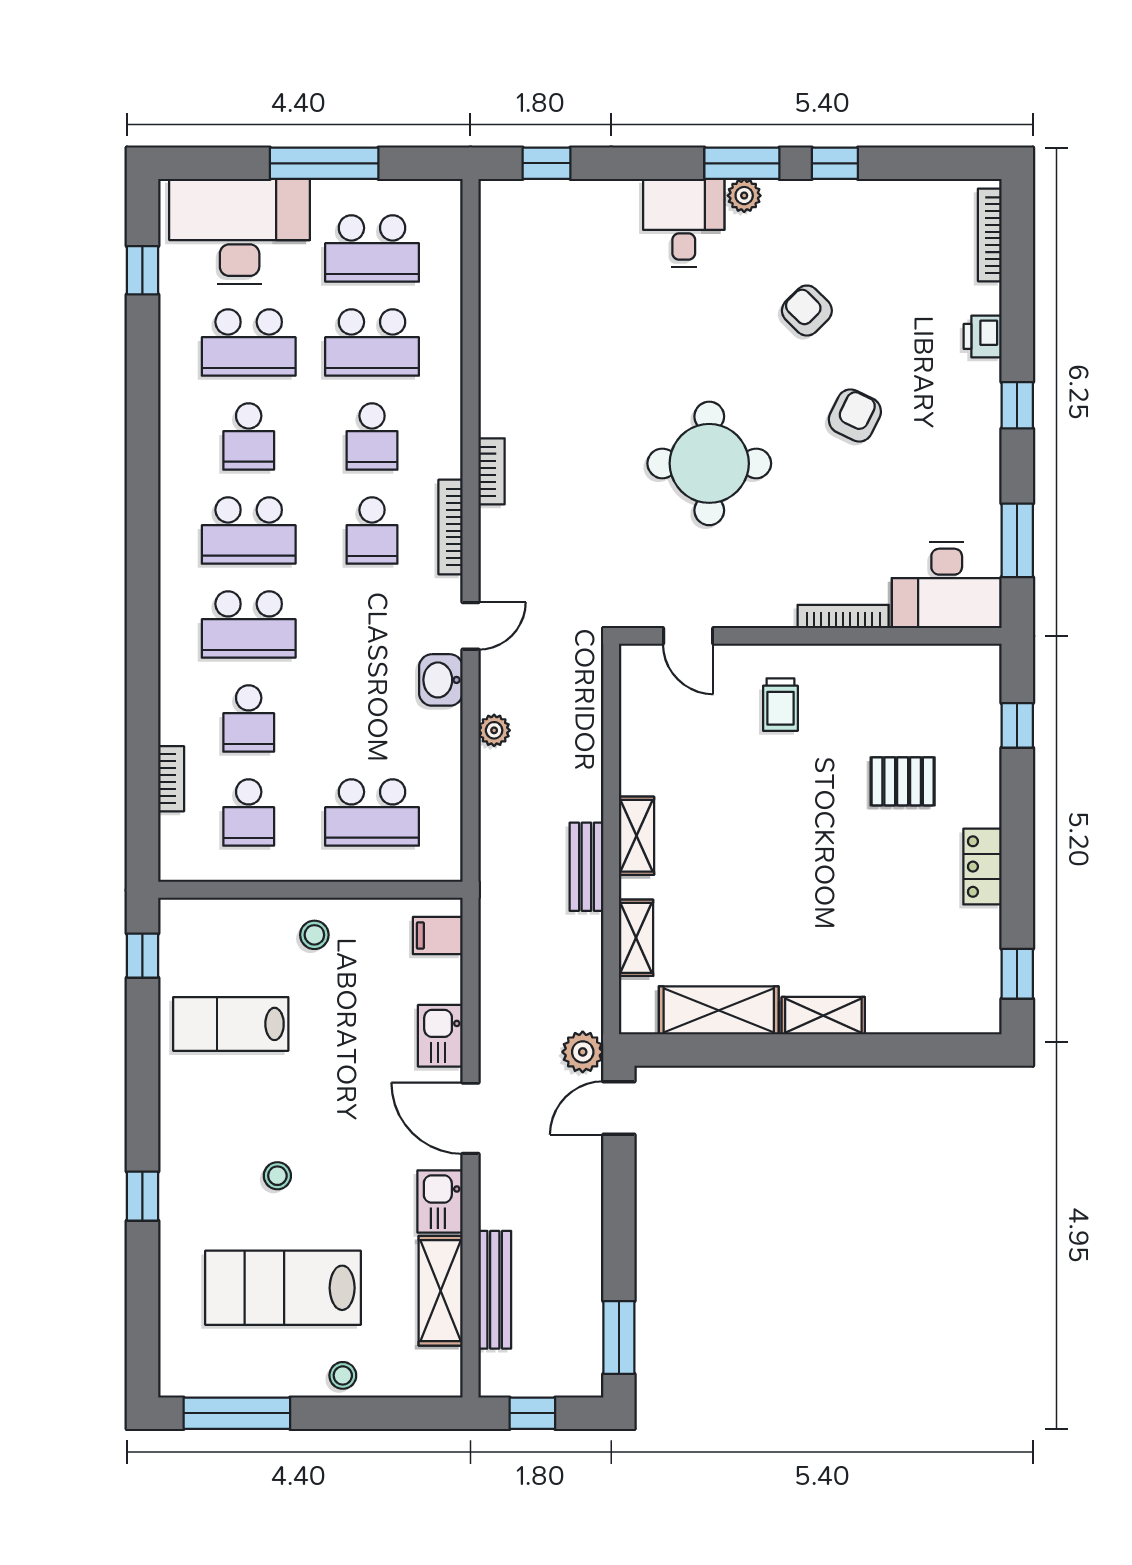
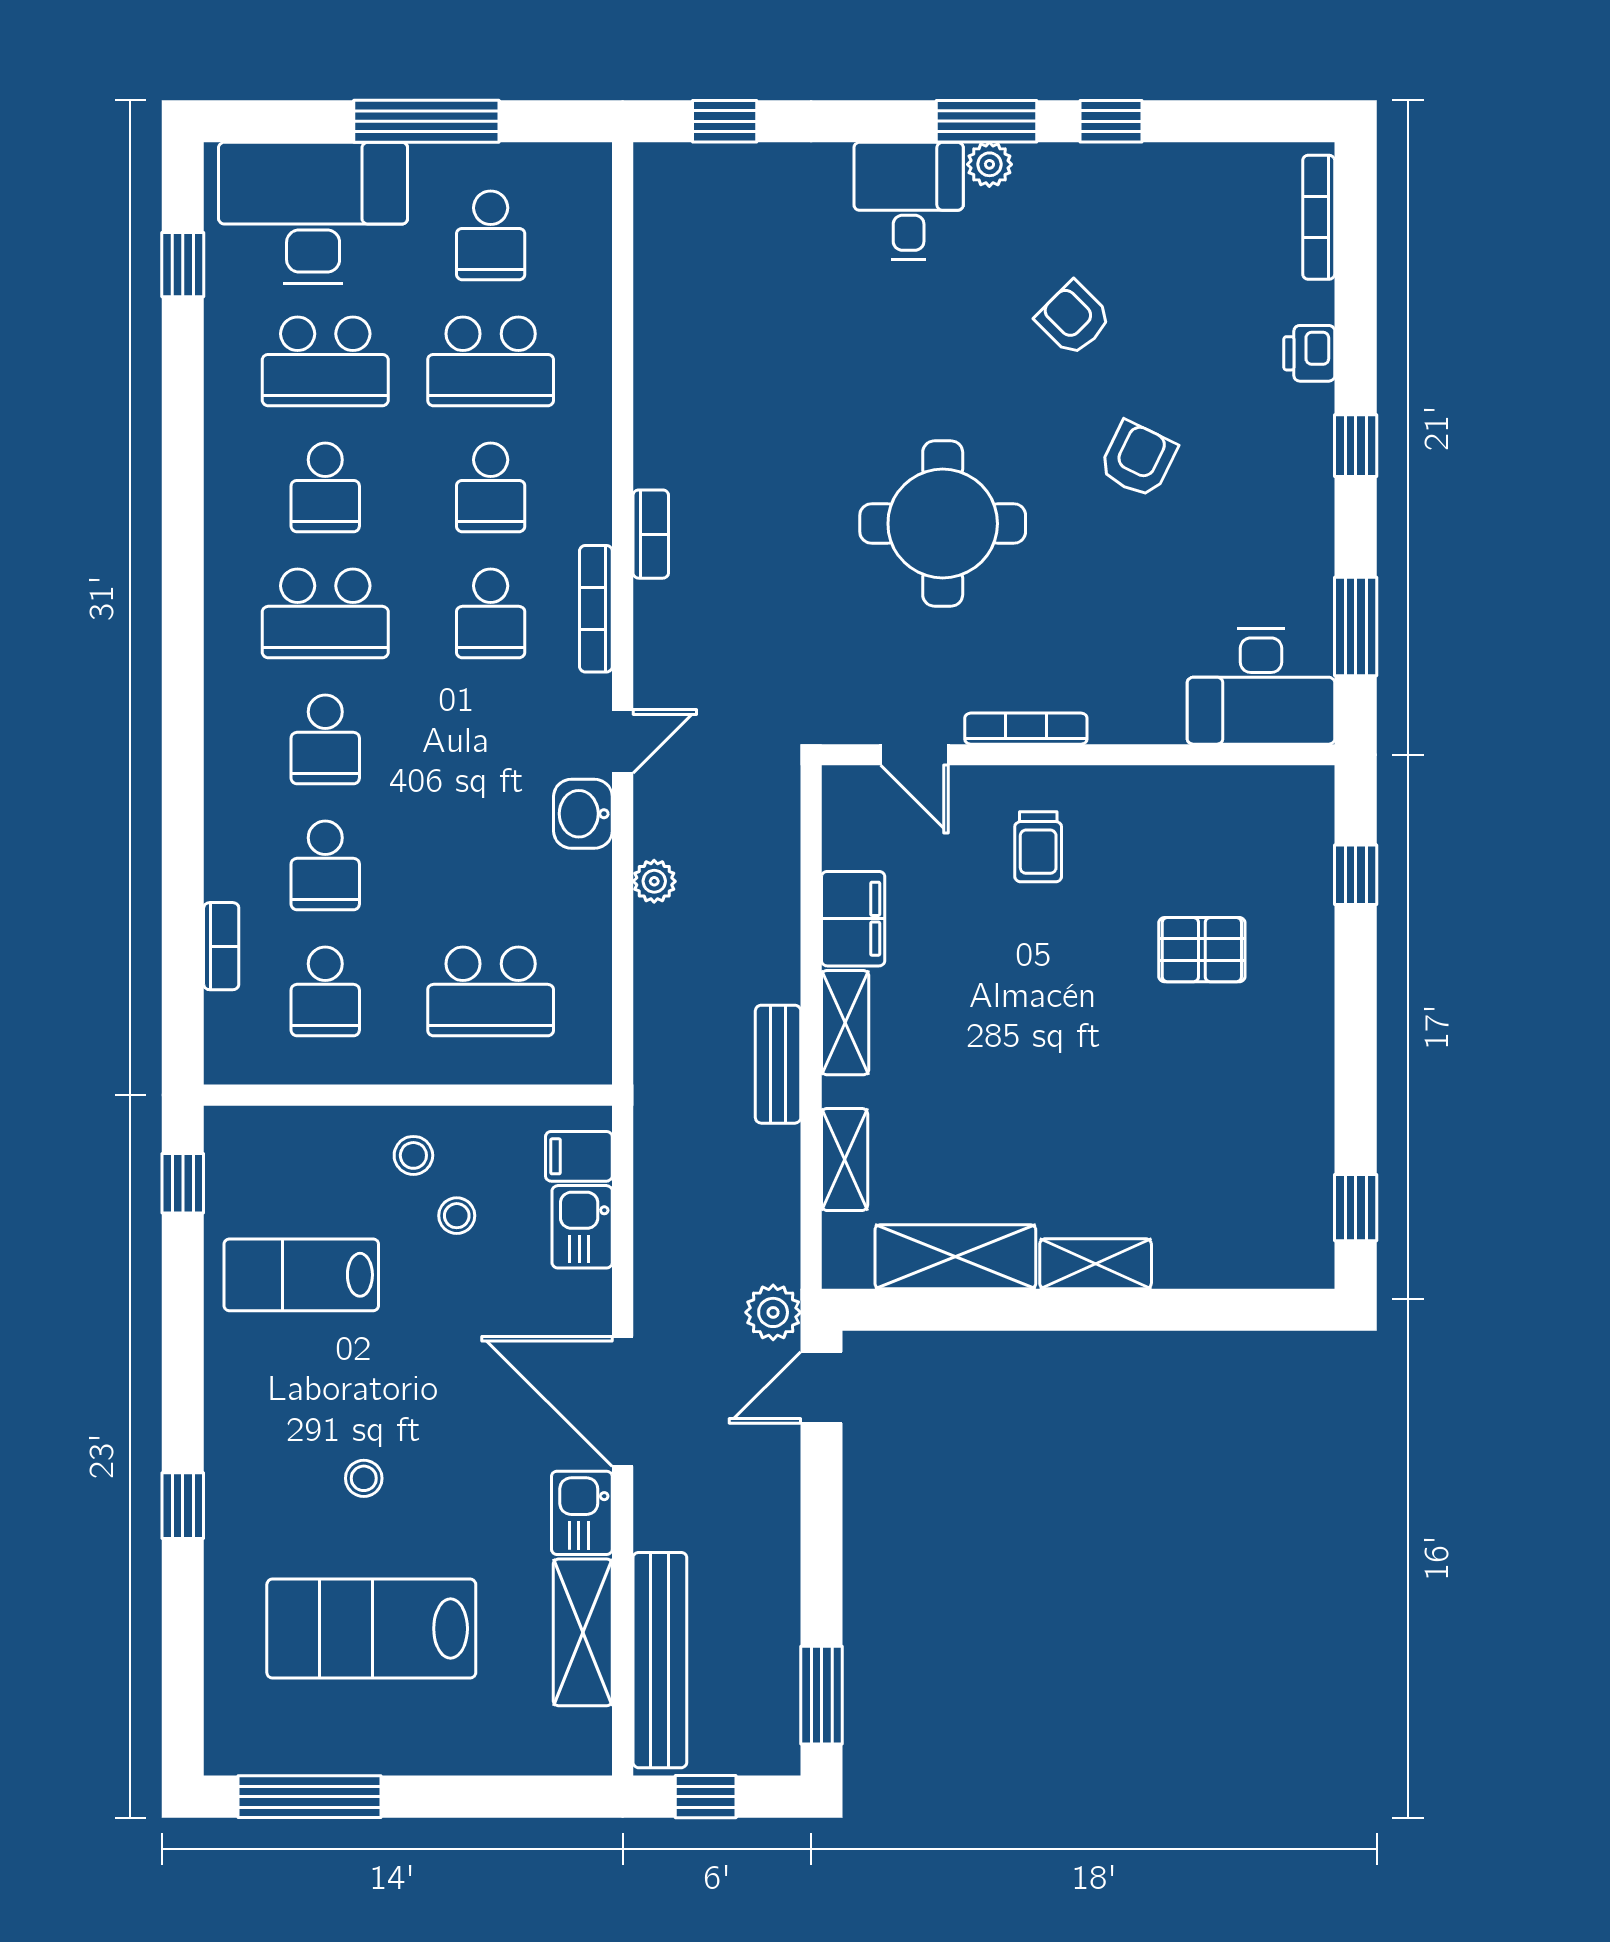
school desk: (372, 248) -> (491, 235), width x0.54
bookcase: (843, 616) -> (1026, 729), moved
school desk: (249, 624) -> (325, 739), width x0.54
filing cabinet: (642, 758) -> (853, 919), added
locker: (982, 867) -> (1309, 1064), removed
kitchen sink: (440, 1036) -> (582, 1227), moved
door: (470, 1118) -> (623, 1401), width x1.36
bench: (495, 1290) -> (660, 1660), width x1.37, depth x1.21
stool: (343, 1375) -> (457, 1216), moved

